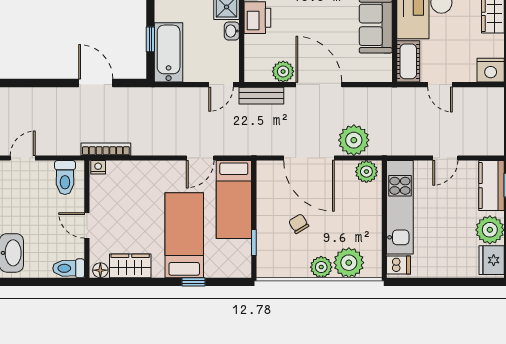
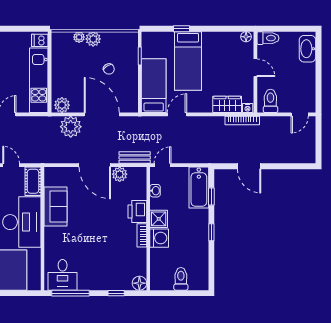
washbasin: (232, 31) -> (155, 191), moved
plant: (349, 263) -> (79, 37), width x0.53, depth x0.53
wardrobe: (130, 266) -> (227, 104), moved, turned 180

